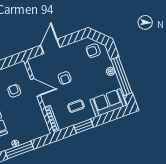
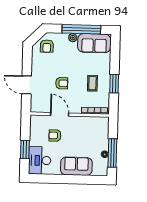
door: (35, 87) -> (60, 114), hinge flipped
sofa: (108, 103) -> (94, 43), moved, turned -90

